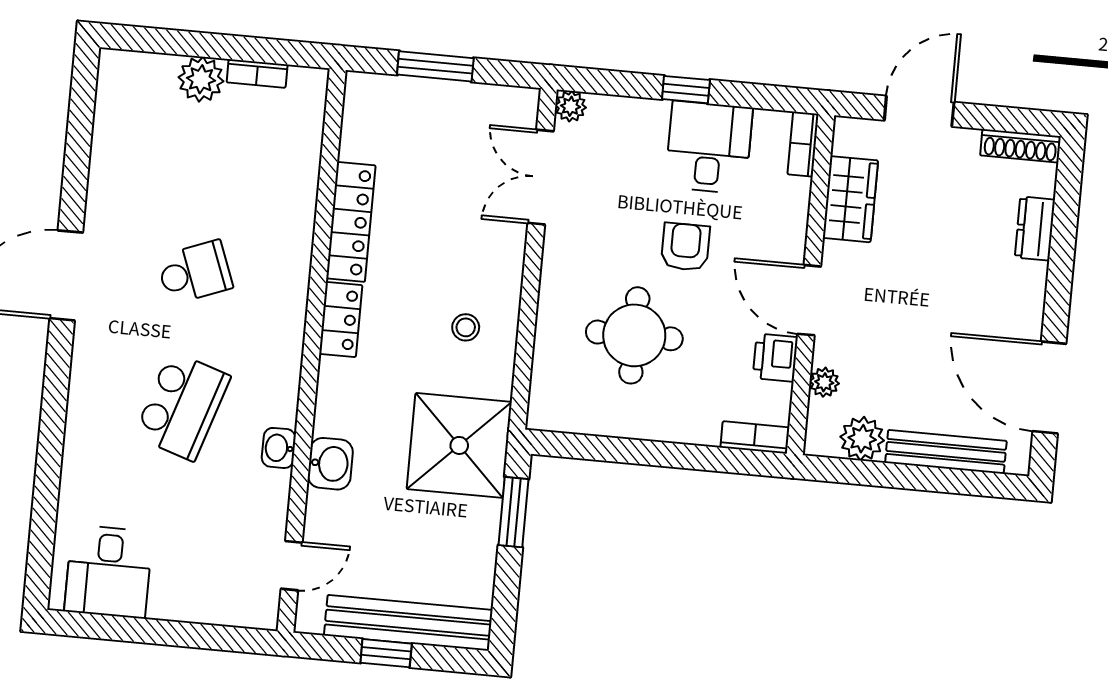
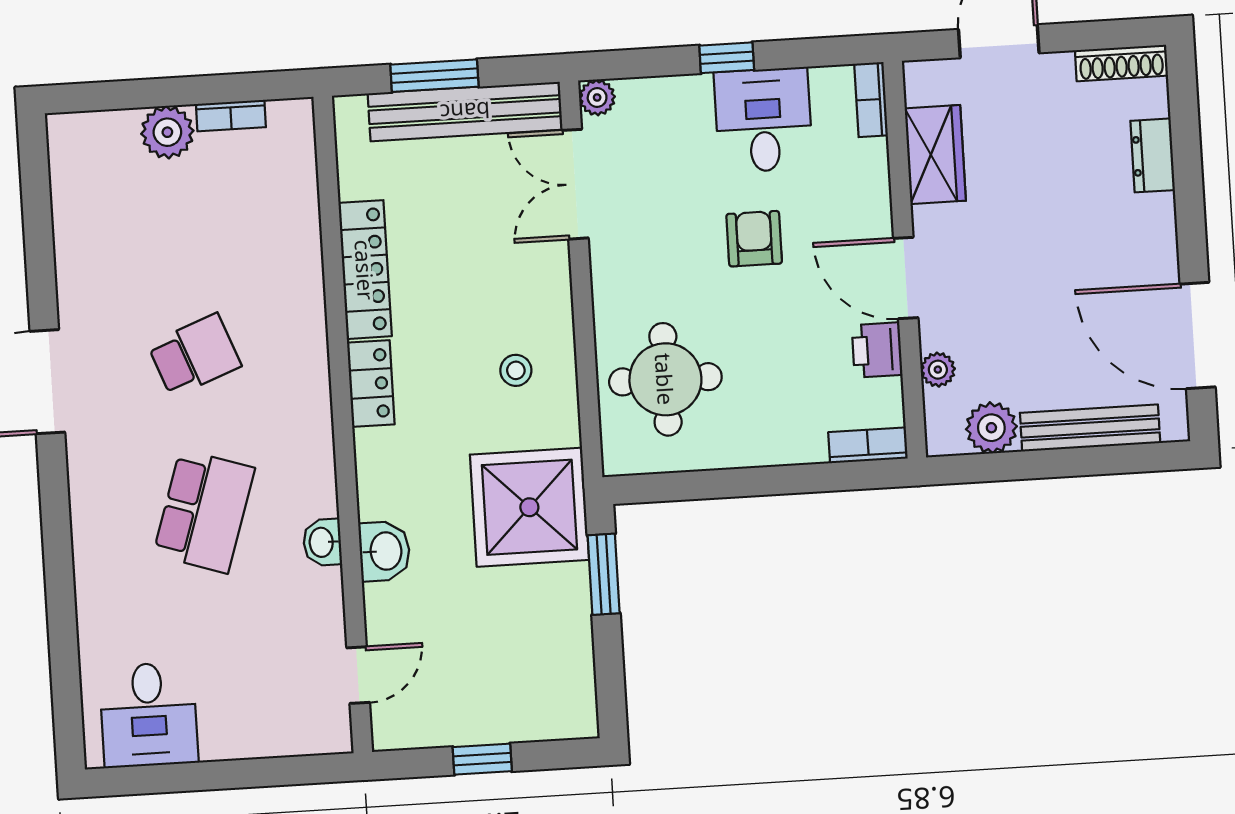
round table: (634, 335) -> (665, 379), moved
bench: (408, 623) -> (465, 112), moved

